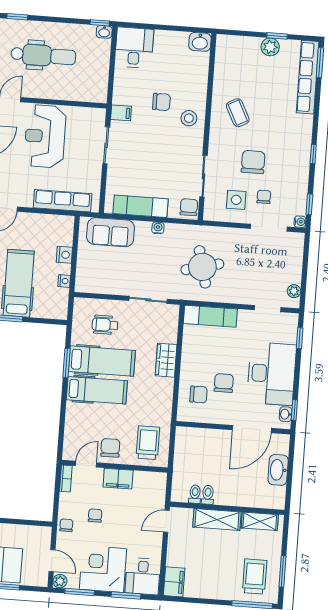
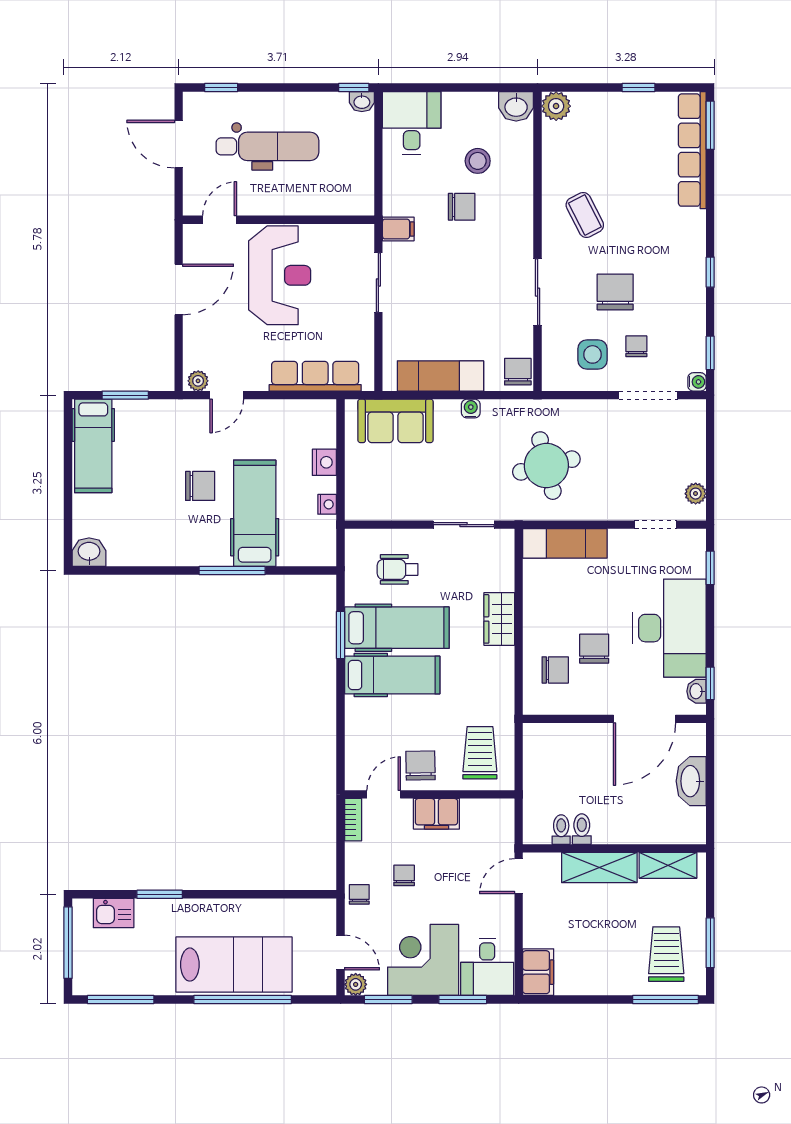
plant: (270, 47) -> (556, 106), moved
stool: (189, 118) -> (478, 161), moved
reception desk: (45, 136) -> (280, 275), turned 180
sliding door: (203, 176) -> (538, 292), moved

